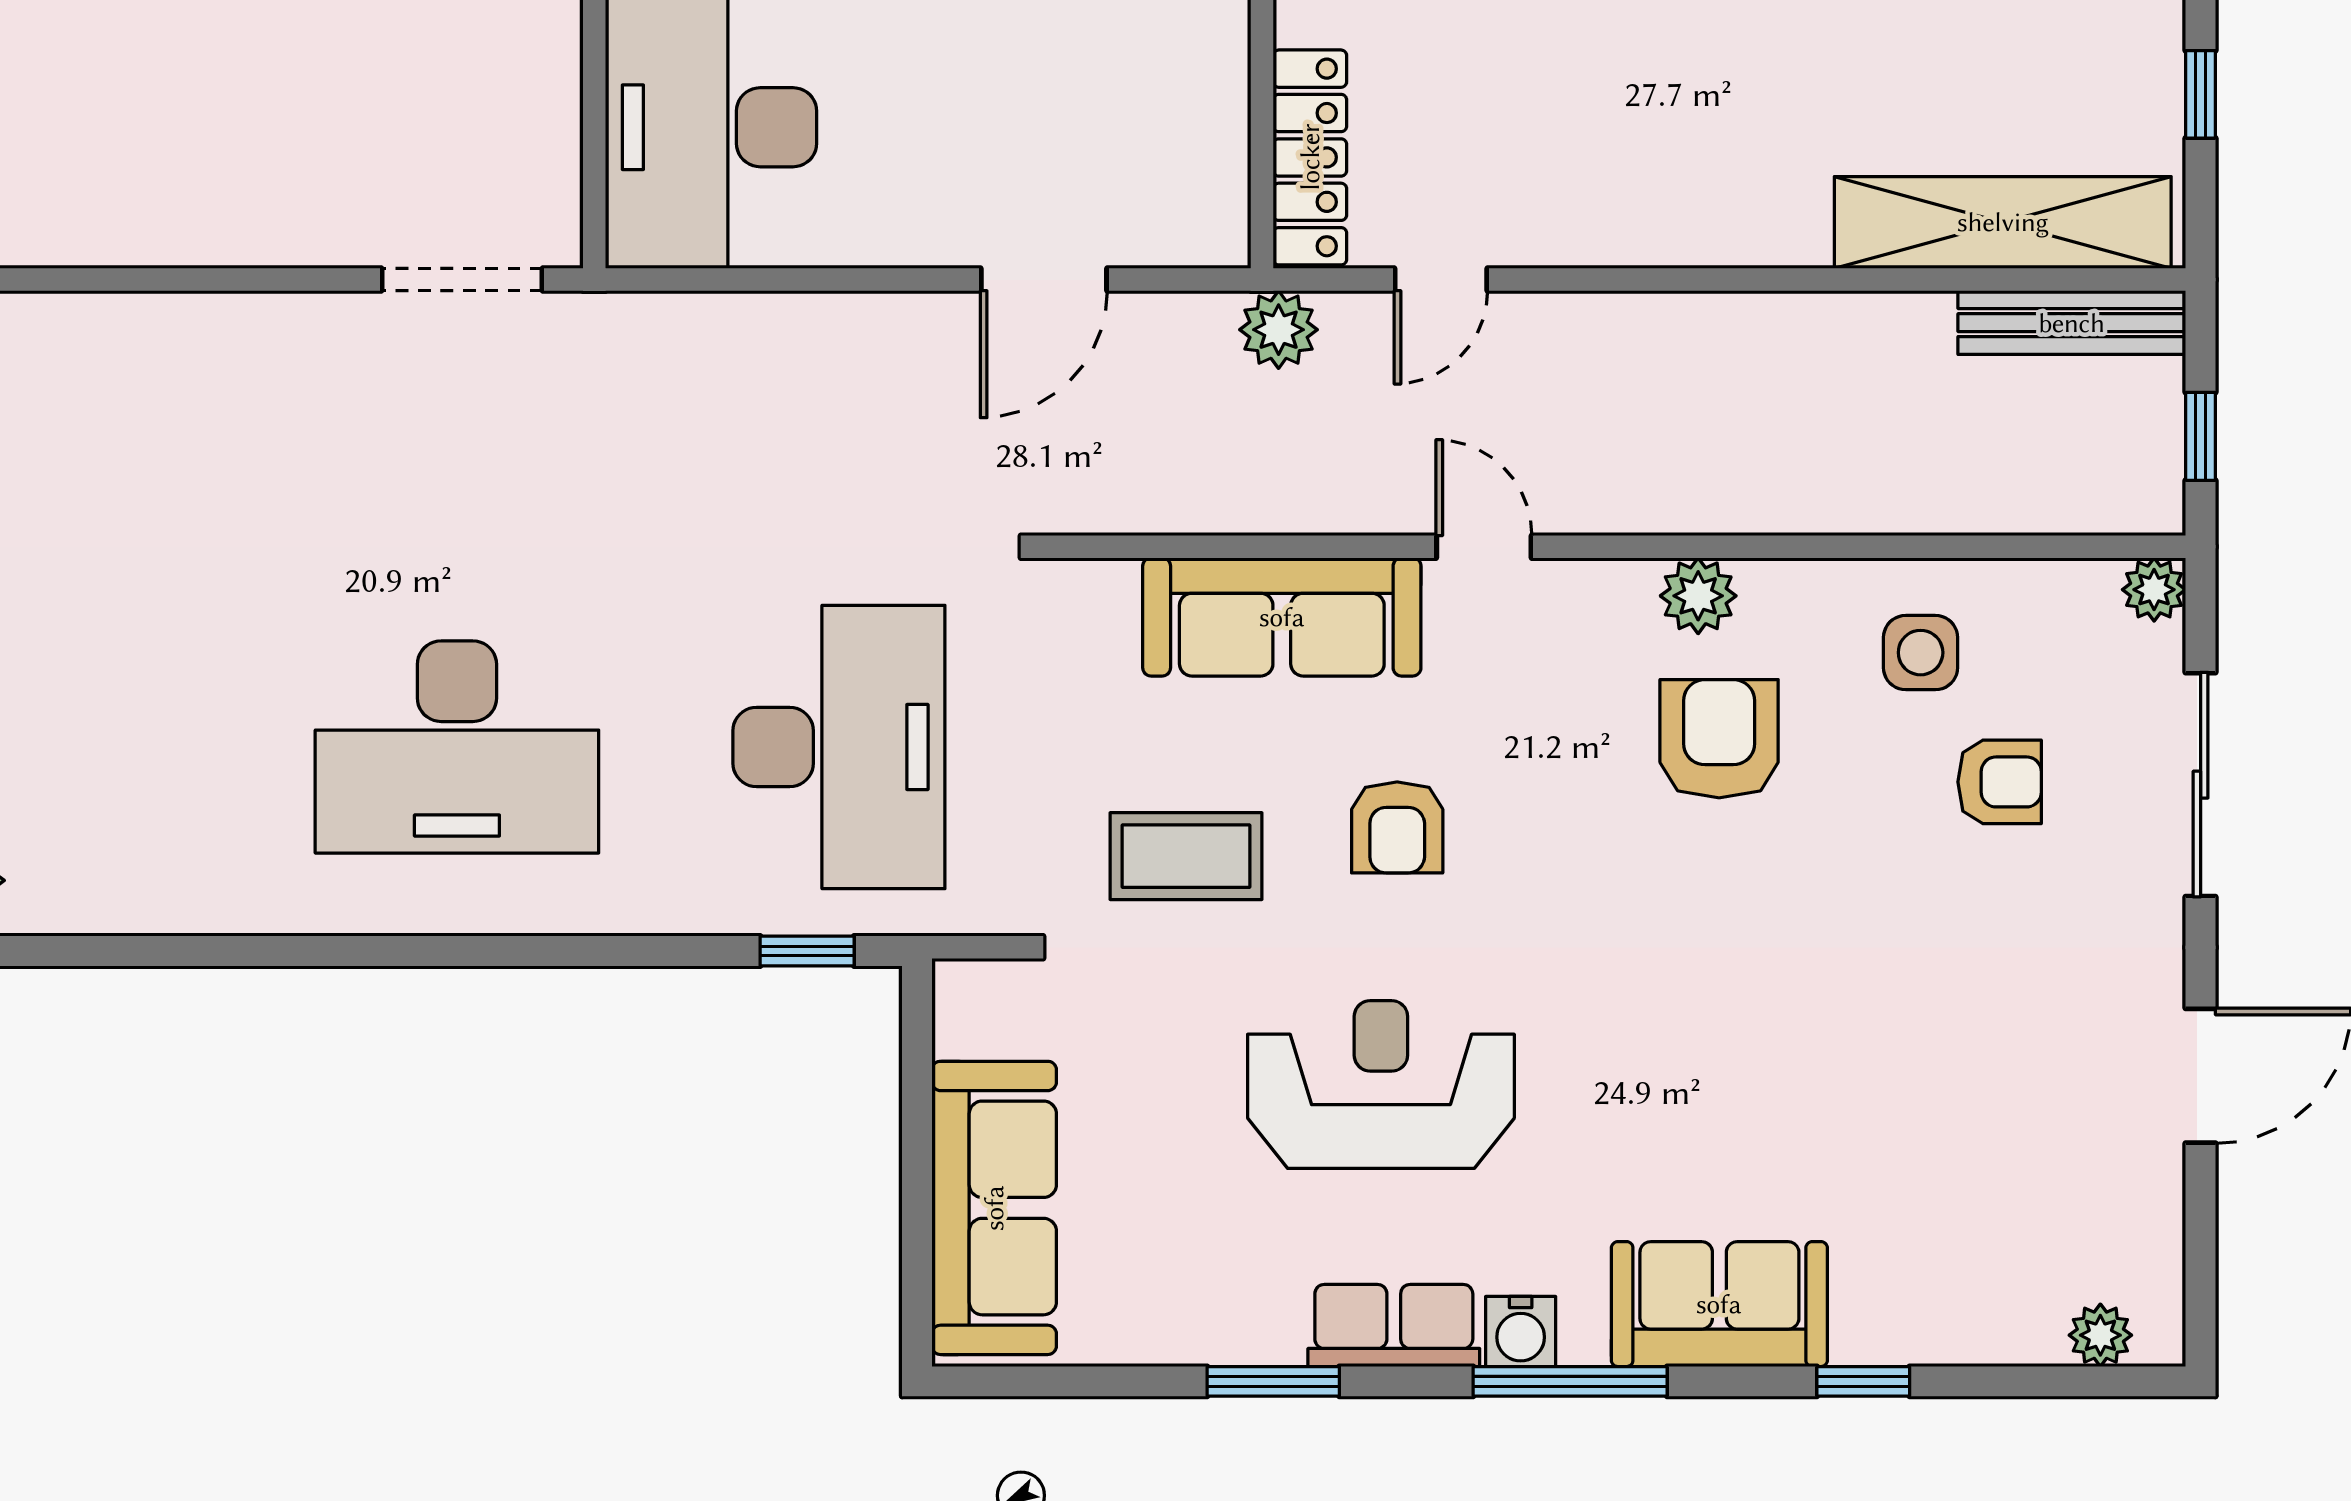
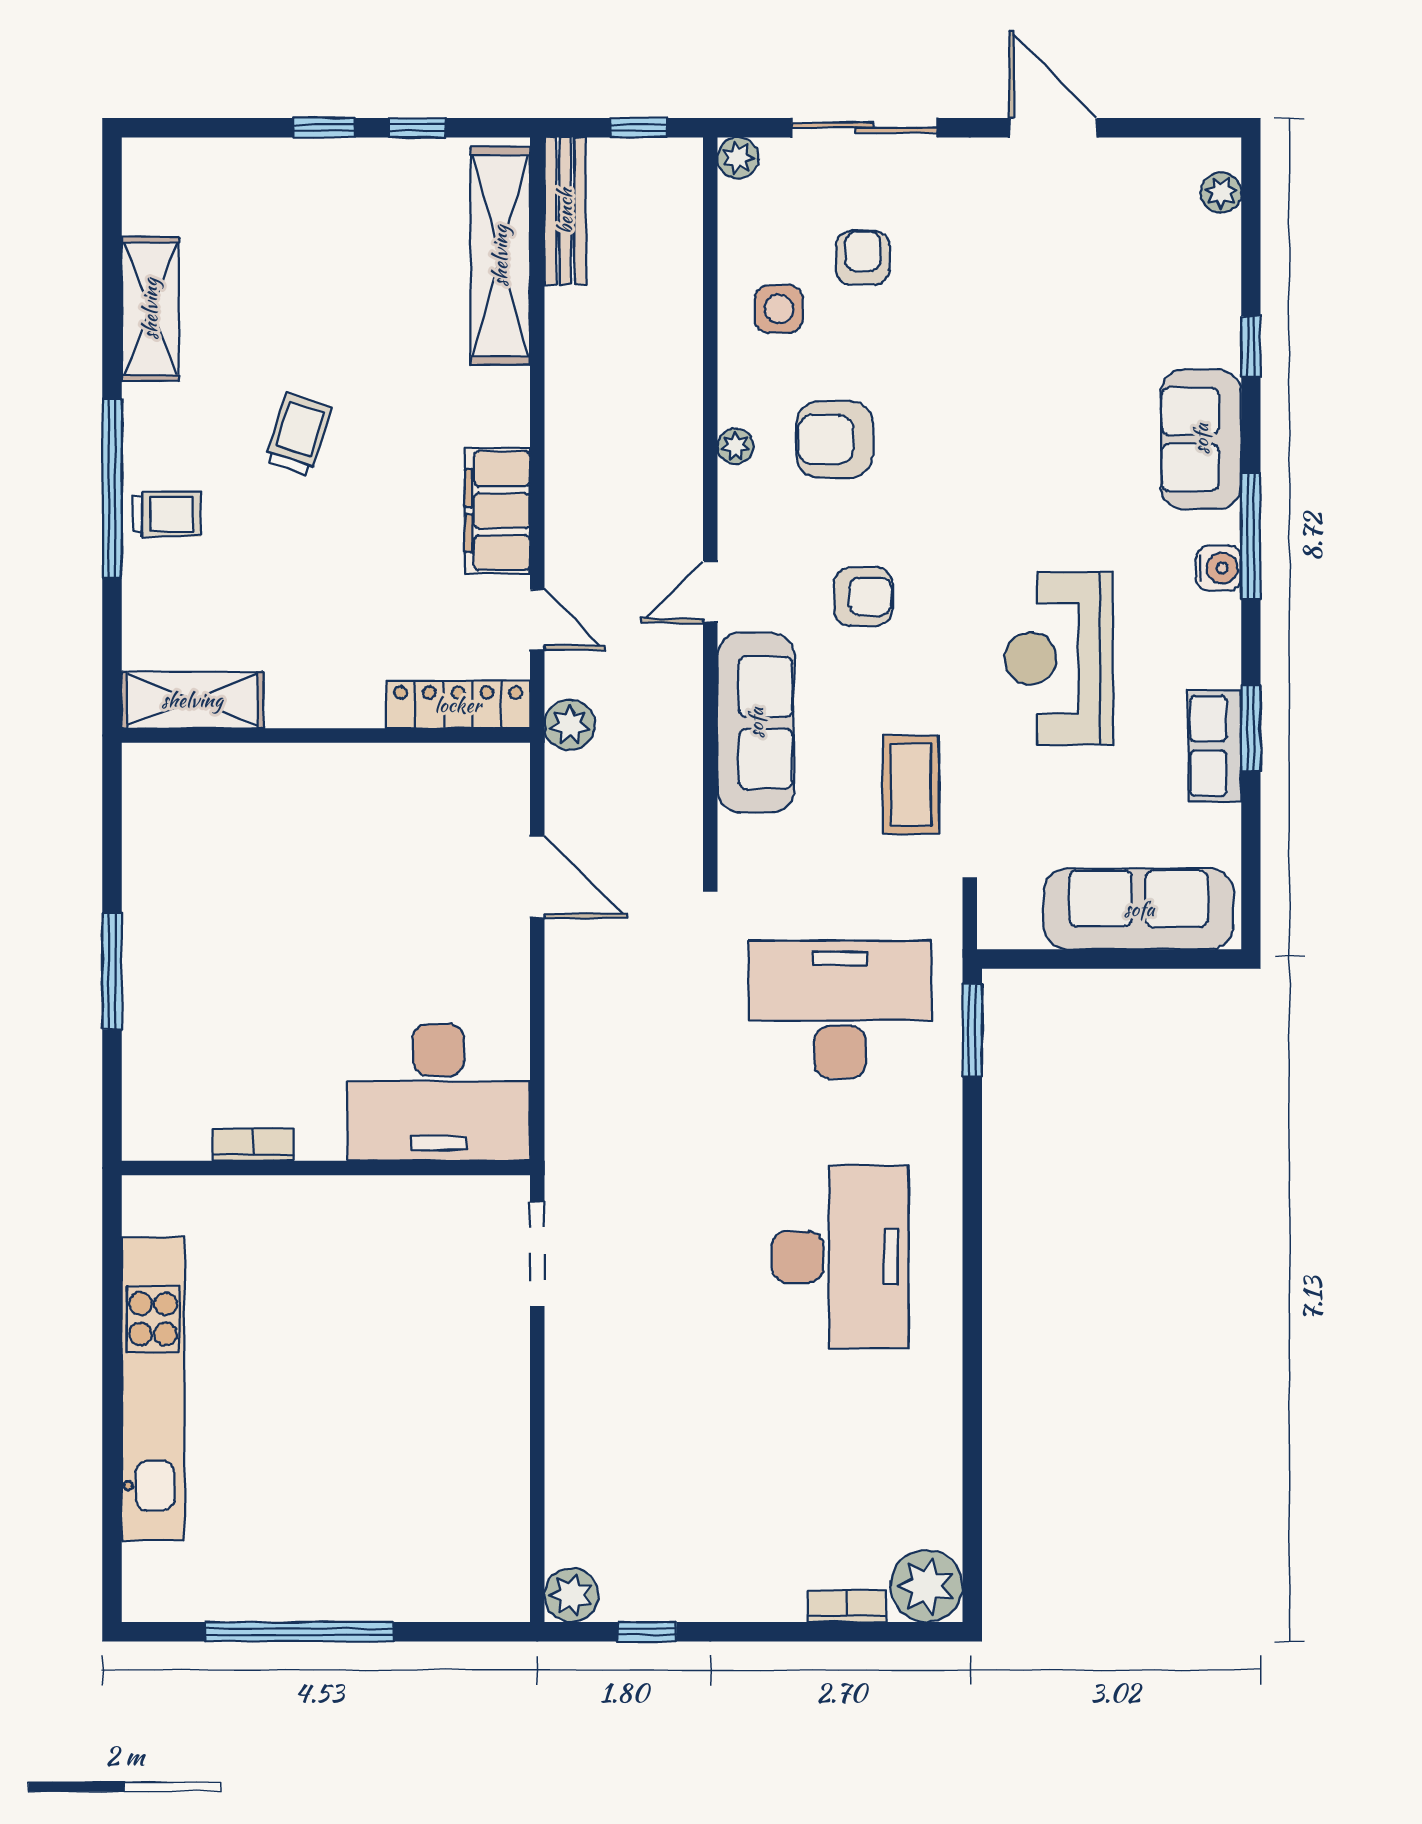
filing cabinet: (1609, 218) -> (497, 511), added
plant: (1698, 596) -> (735, 446), width x0.73, depth x0.73
armchair: (1397, 827) -> (863, 597), moved
window: (807, 951) -> (972, 1030), width x1.50
row of seats: (1394, 1325) -> (1215, 746), moved

